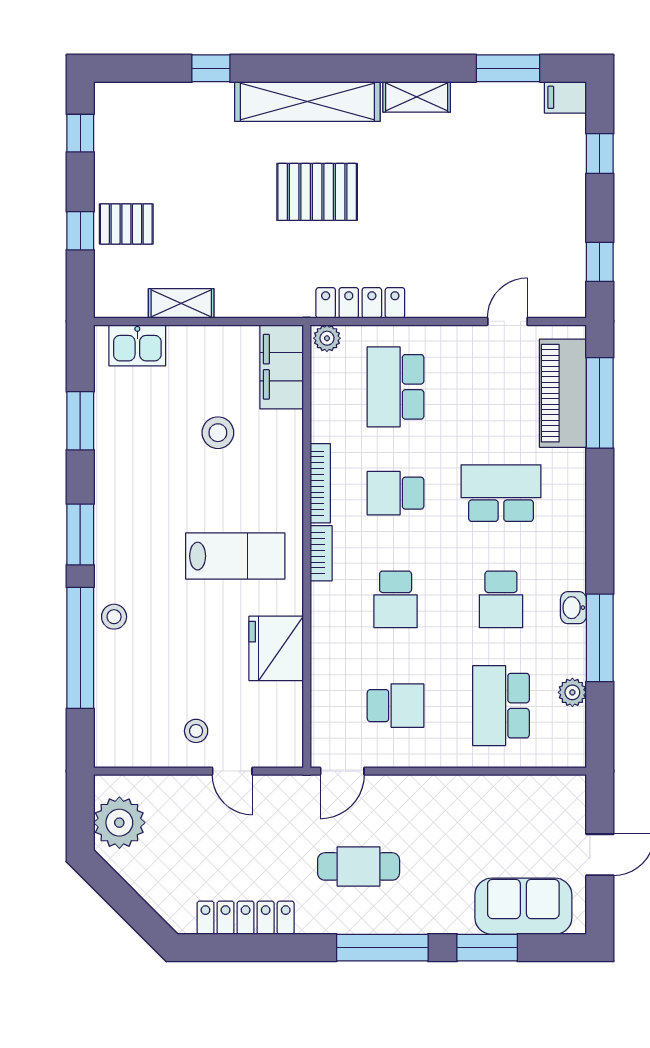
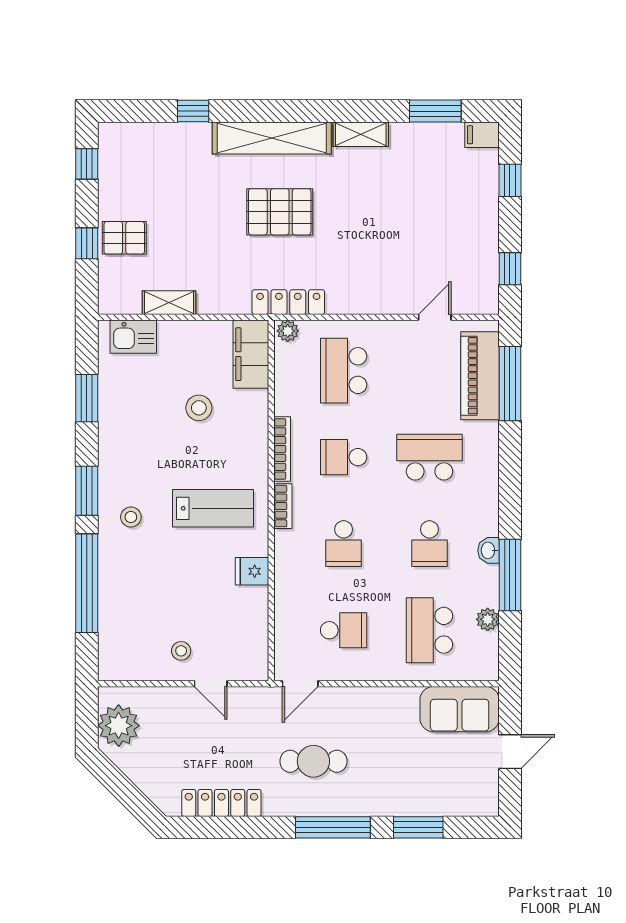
locker: (360, 303) -> (288, 302), moved
stool: (114, 617) -> (131, 517), moved
fridge: (276, 648) -> (252, 571), width x0.53, depth x0.75
sofa: (523, 906) -> (460, 709), moved, turned 180

